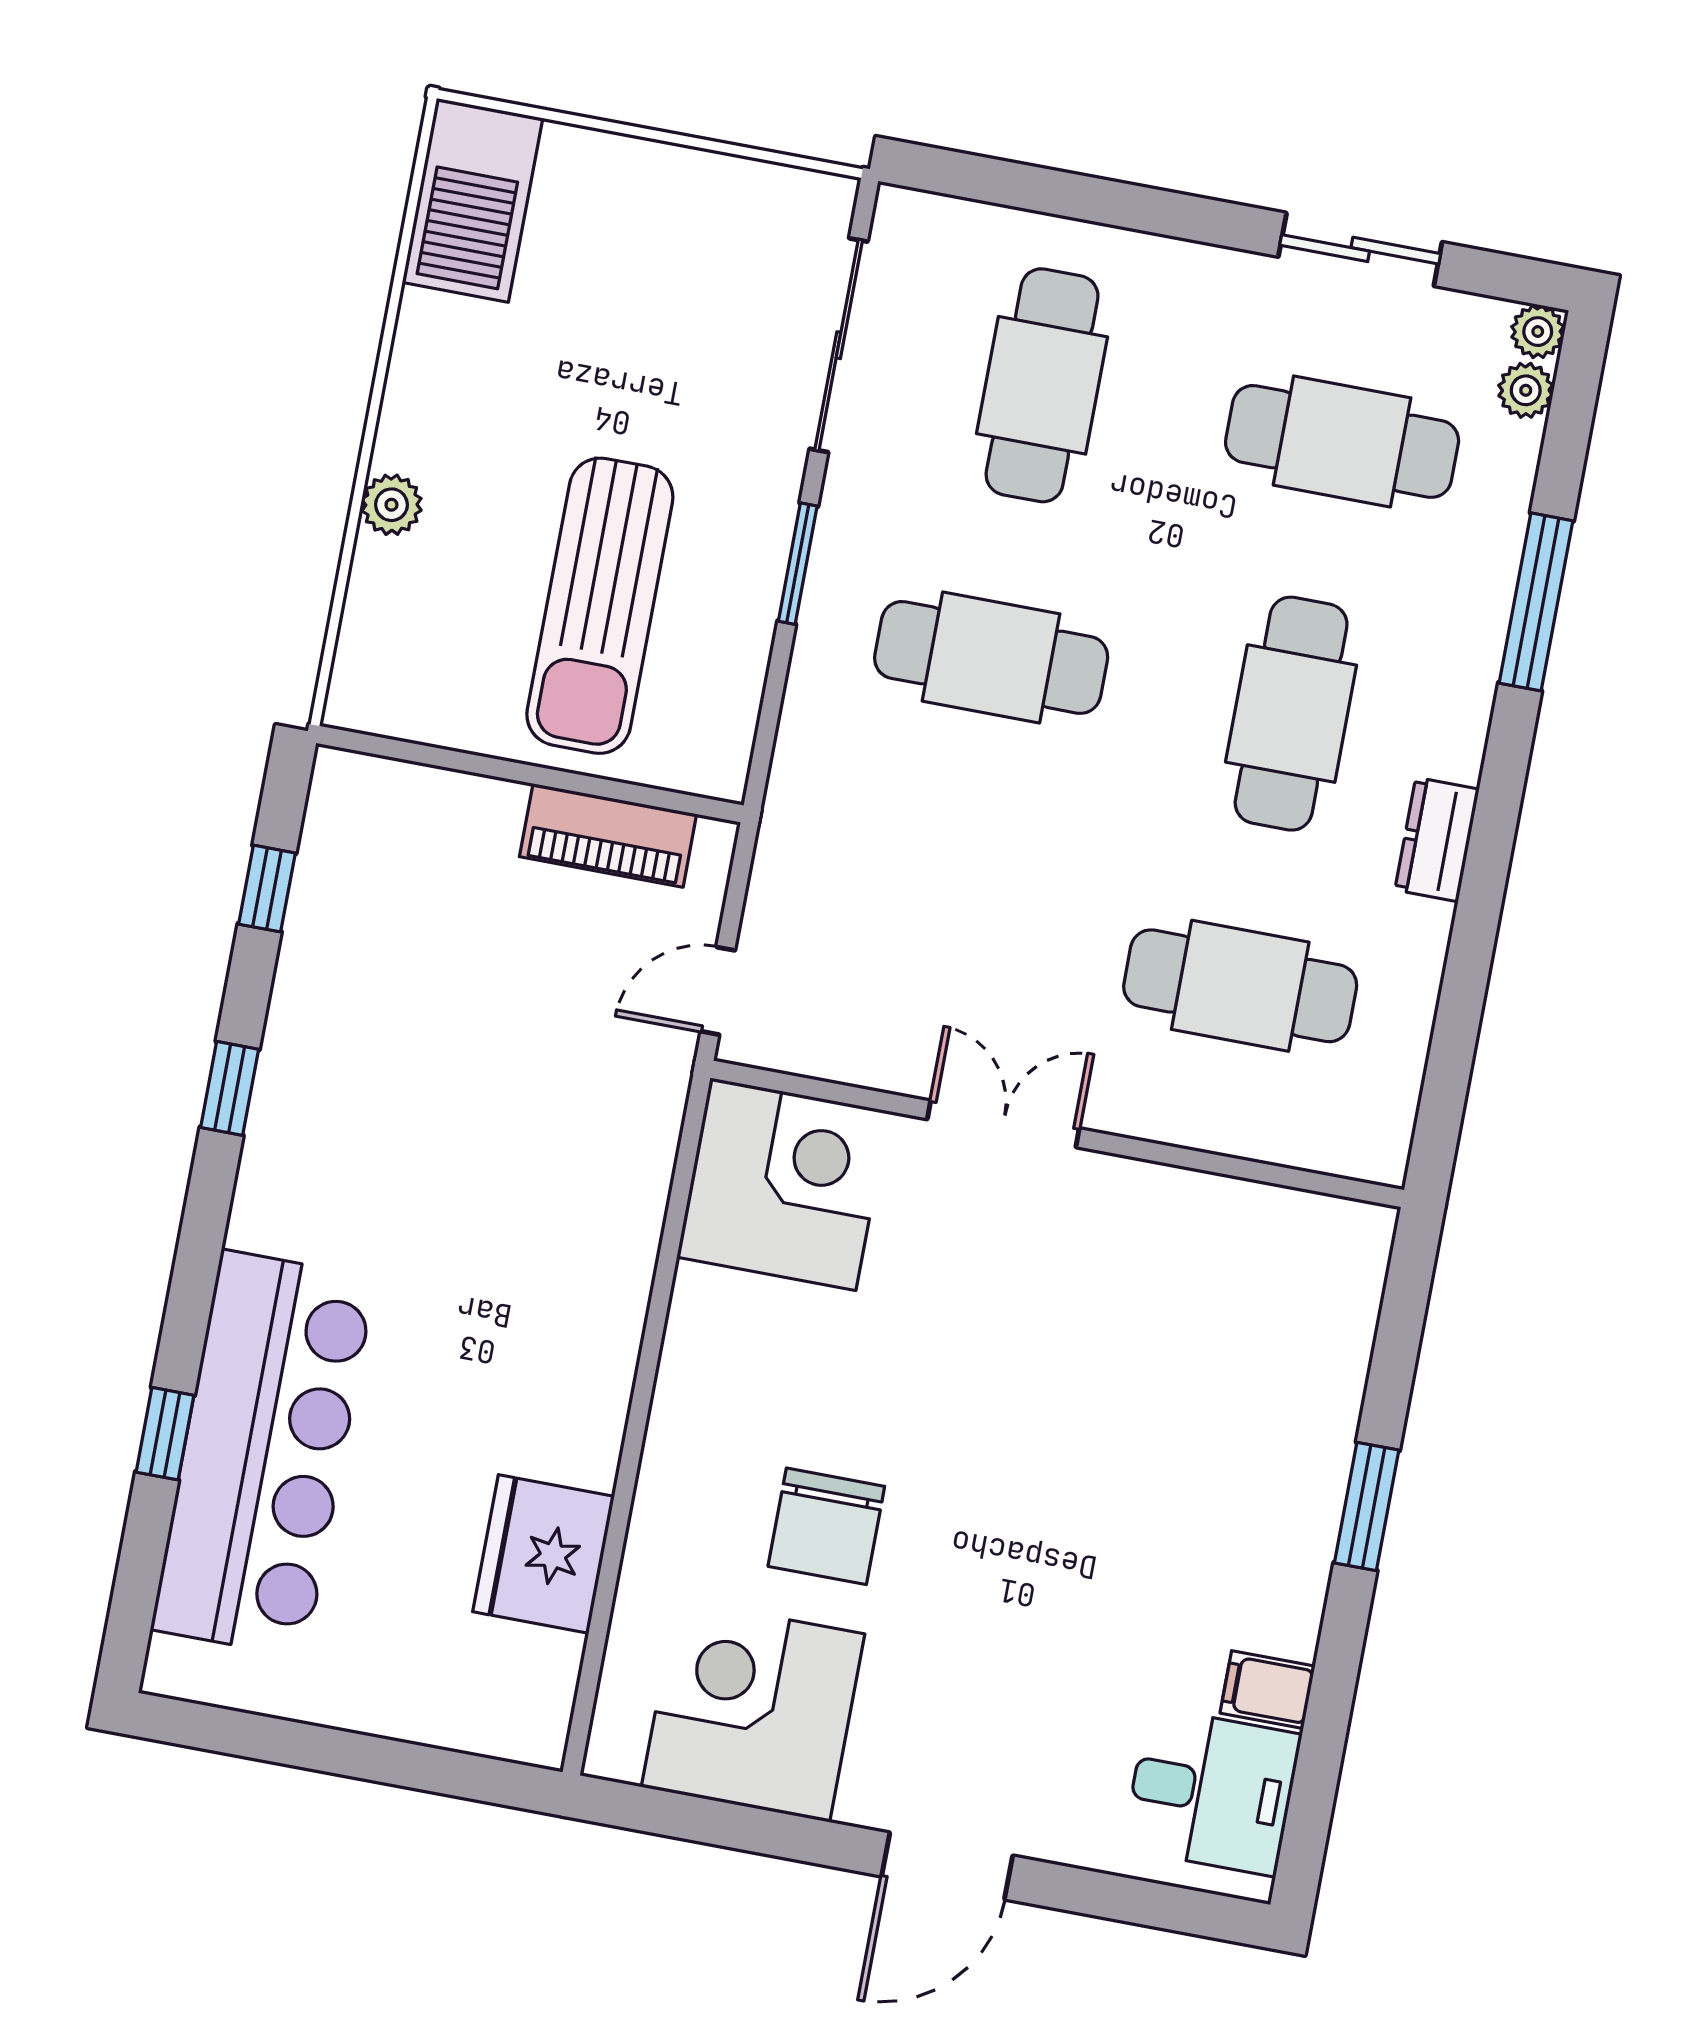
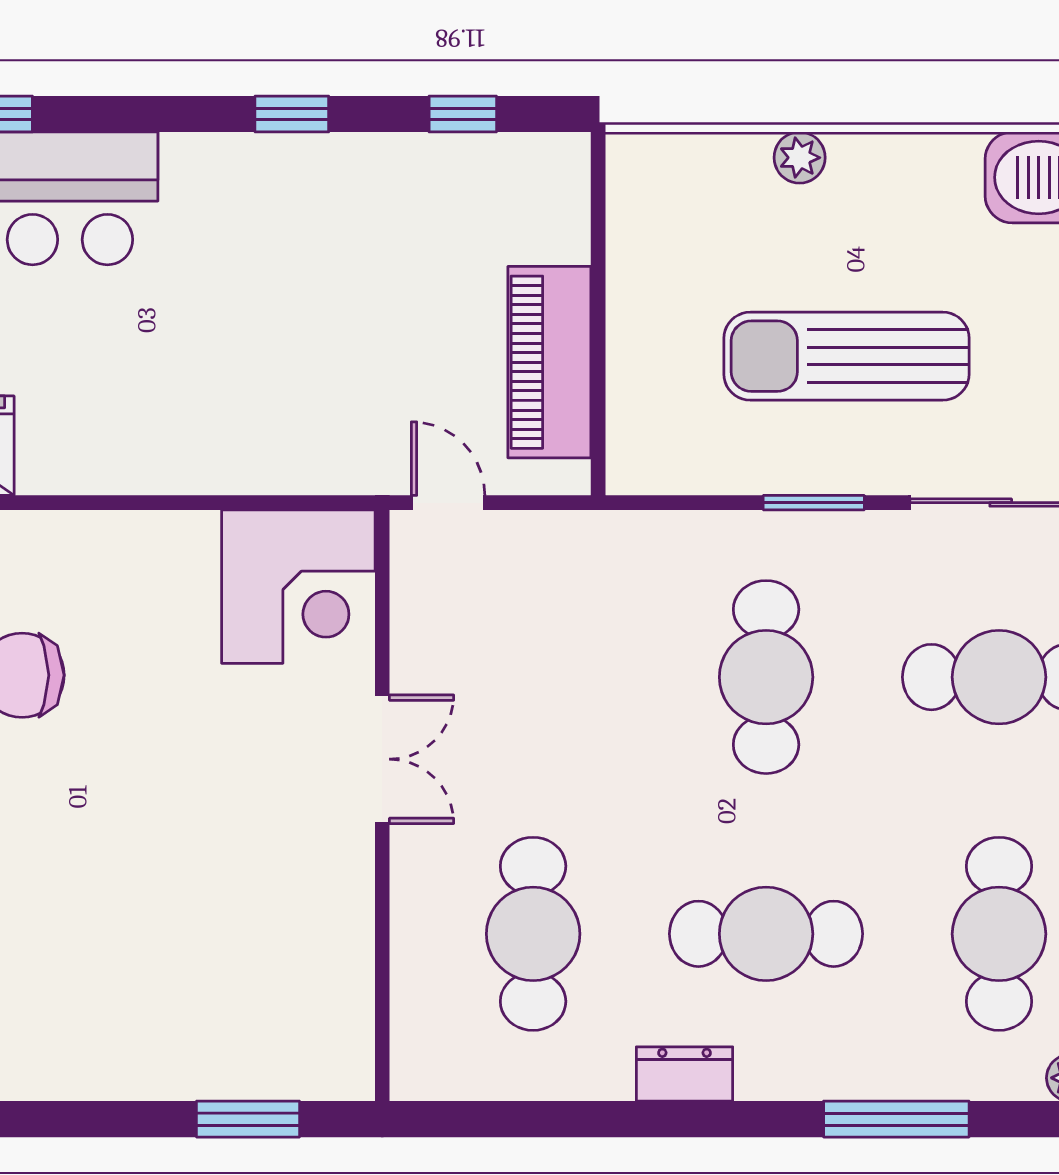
sun lounger: (600, 606) -> (847, 356), moved
piano: (608, 835) -> (549, 362), width x1.37, depth x1.33
window: (1367, 1507) -> (248, 1119), moved

